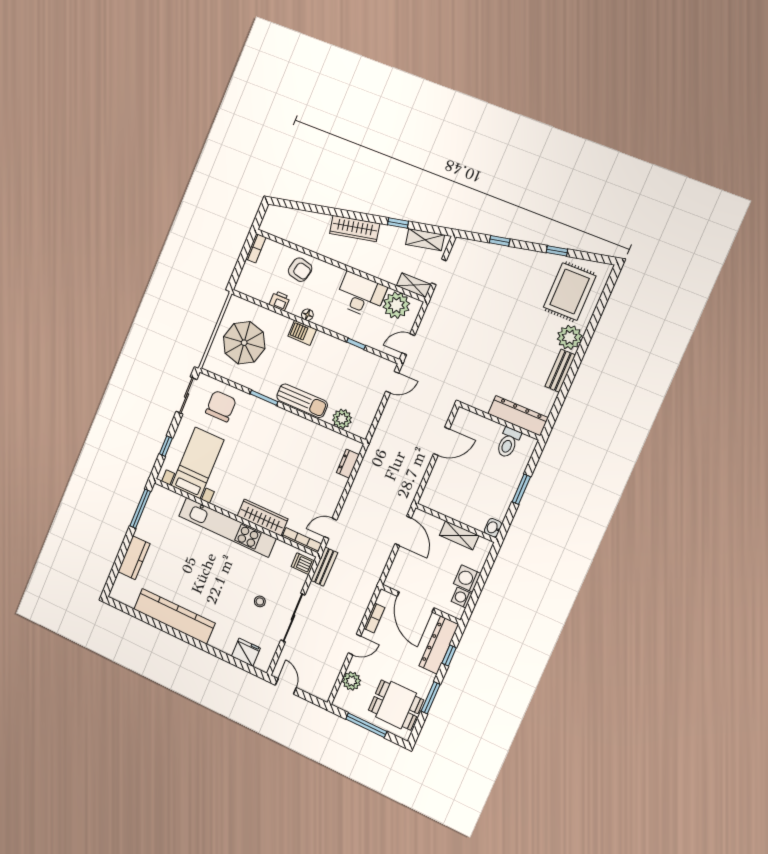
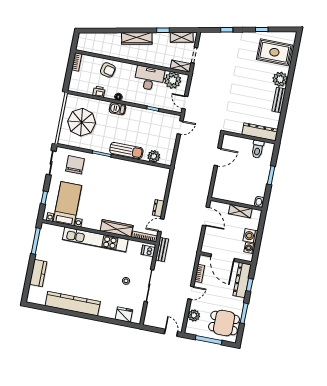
rug: (570, 292) -> (274, 52), turned 90
door: (408, 344) -> (185, 102), hinge flipped
dresser: (348, 464) -> (158, 208), moved
door: (286, 686) -> (171, 333), moved

